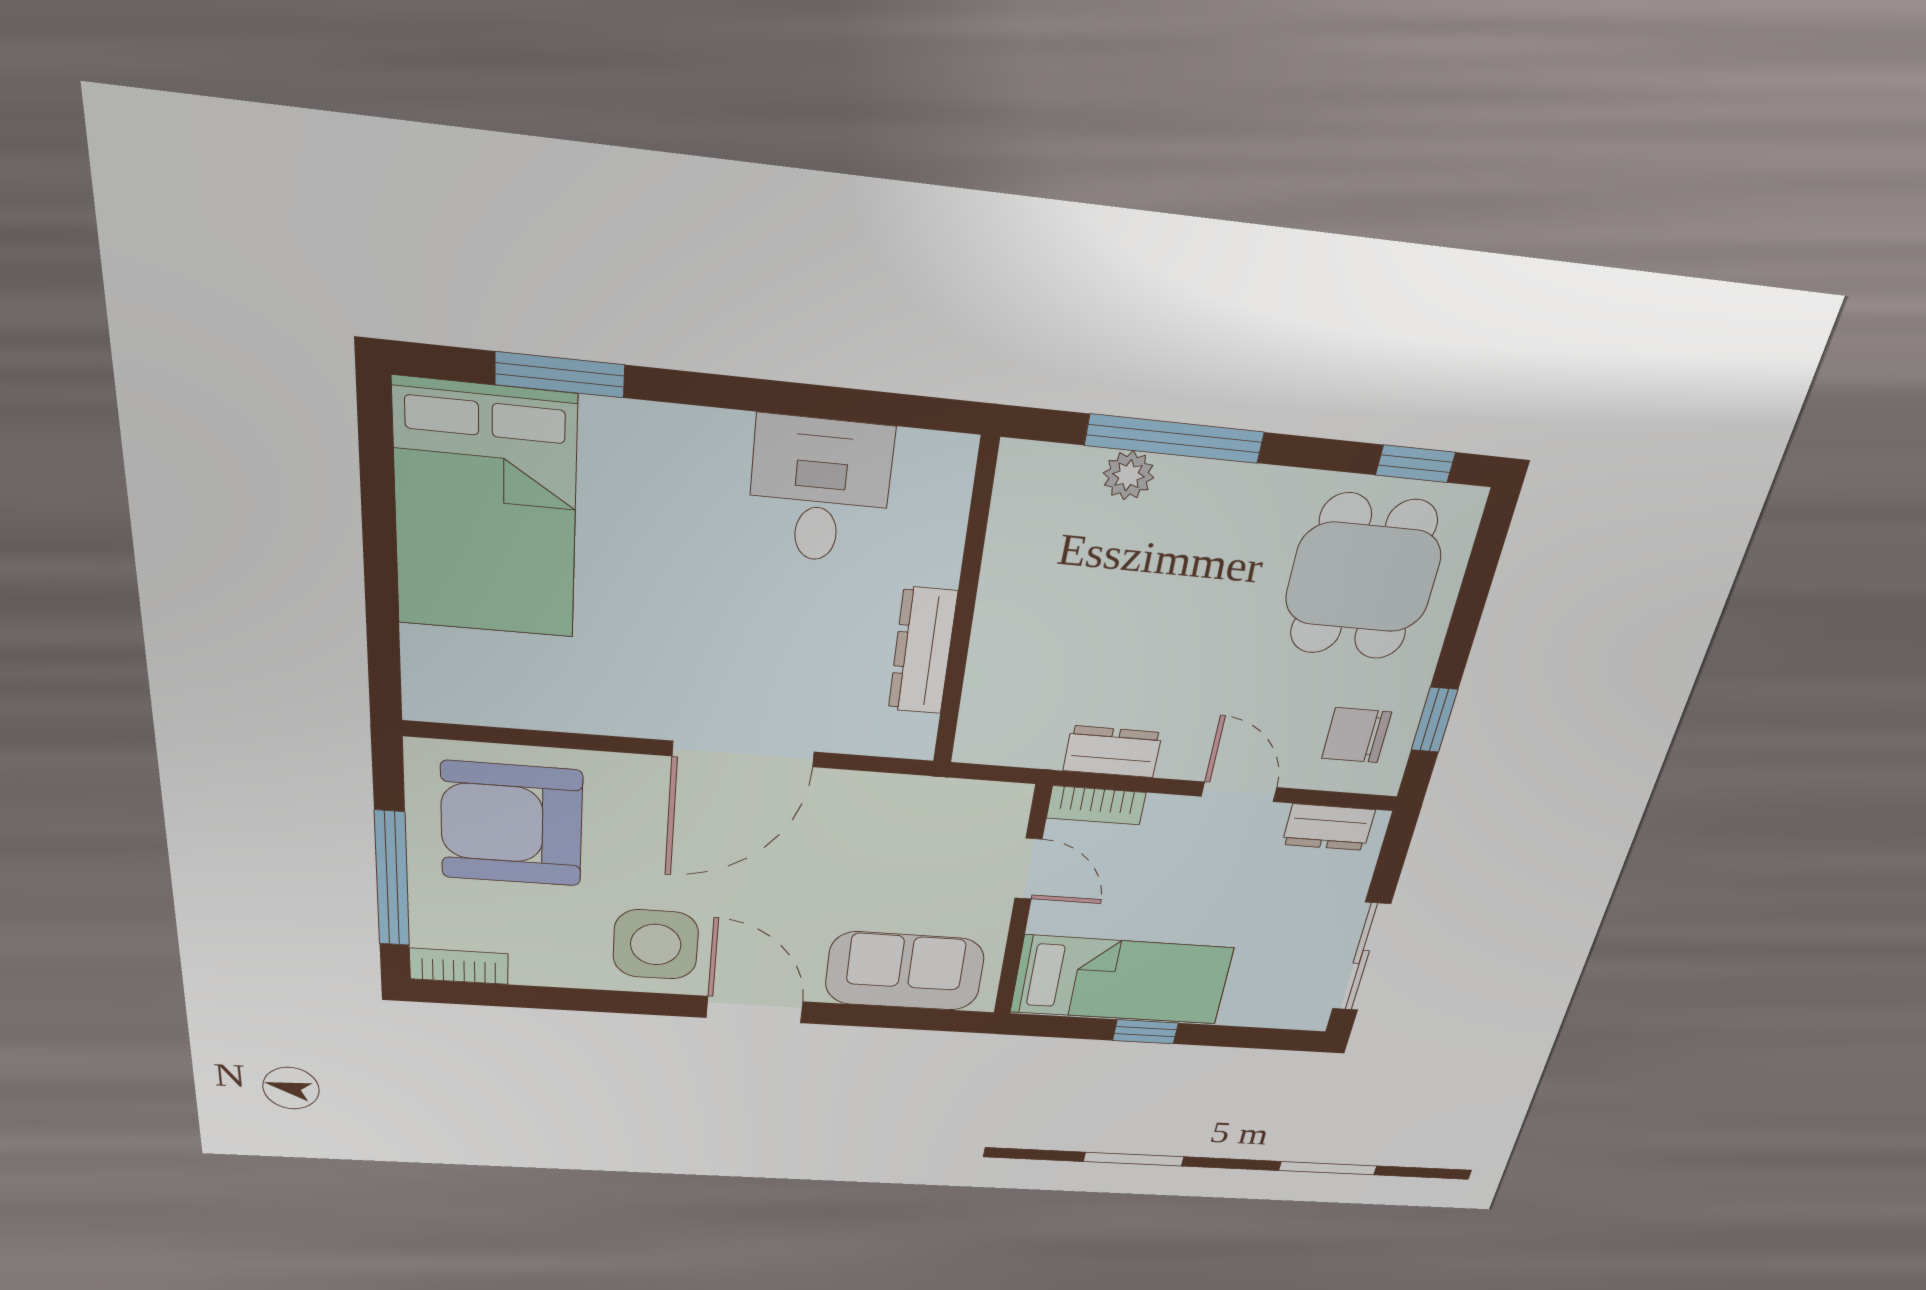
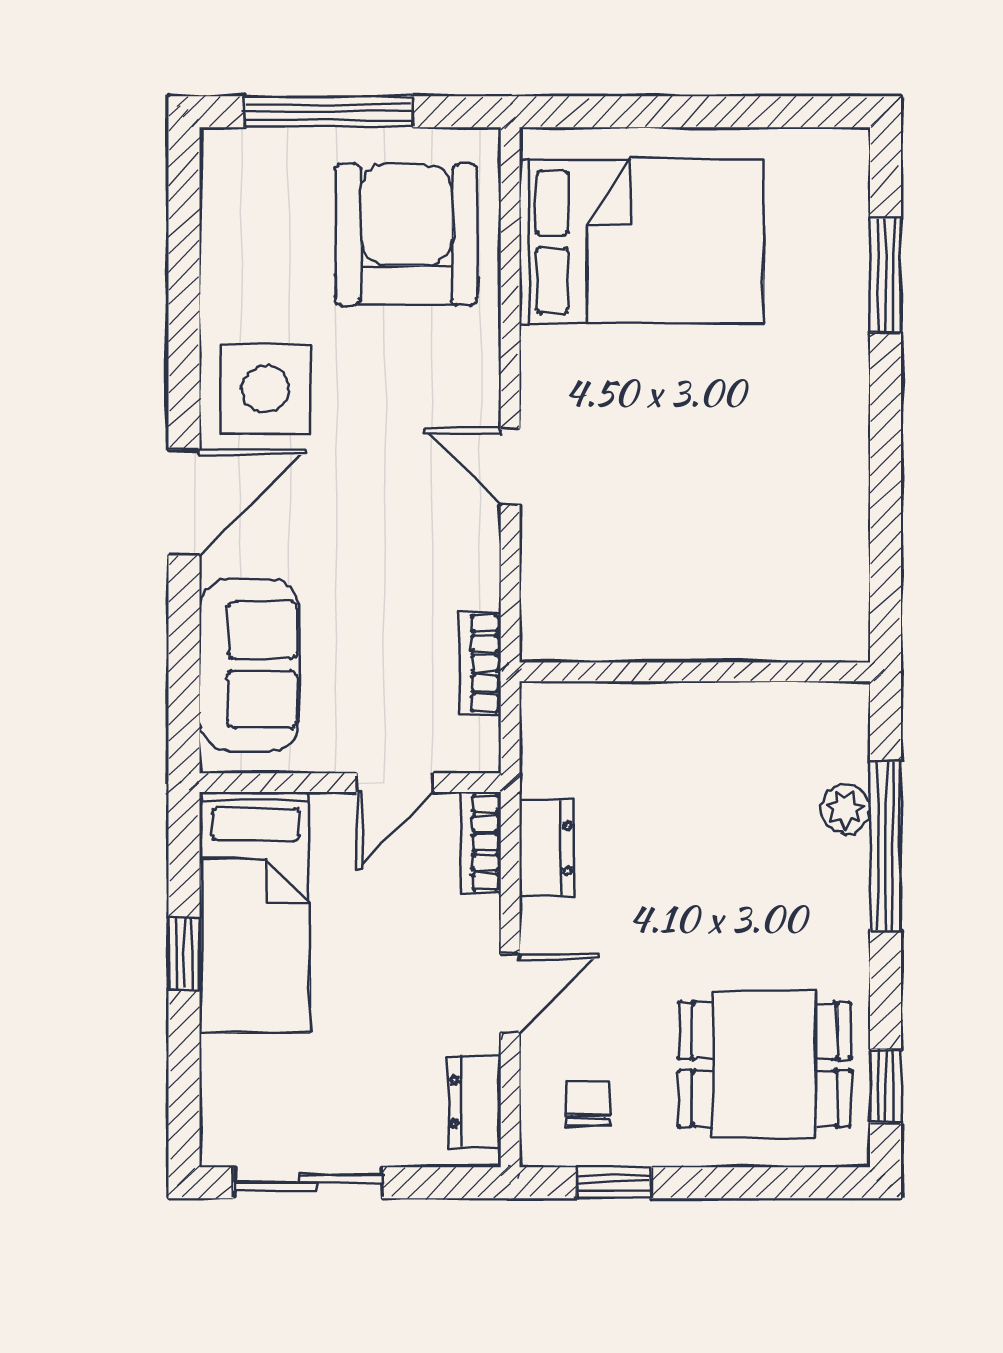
desk: (820, 491) -> (800, 518), removed
bed: (486, 511) -> (641, 241), moved, turned 180
dresser: (923, 651) -> (643, 636), removed
chair: (1357, 735) -> (589, 1104), width x0.73, depth x0.73
door: (743, 754) -> (510, 467), width x0.53
bookcase: (459, 966) -> (480, 663), moved, turned 180

